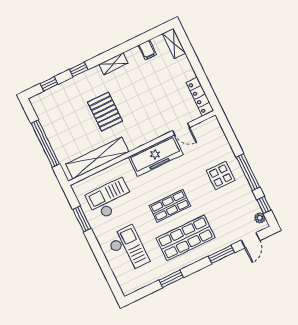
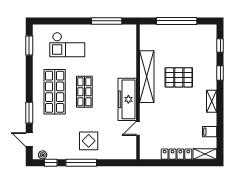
locker: (200, 97) -> (176, 154), moved
shelving: (97, 158) -> (147, 77), moved
checkout: (110, 199) -> (111, 49), removed
window: (82, 219) -> (107, 21), width x1.44
window: (171, 279) -> (29, 46), moved

